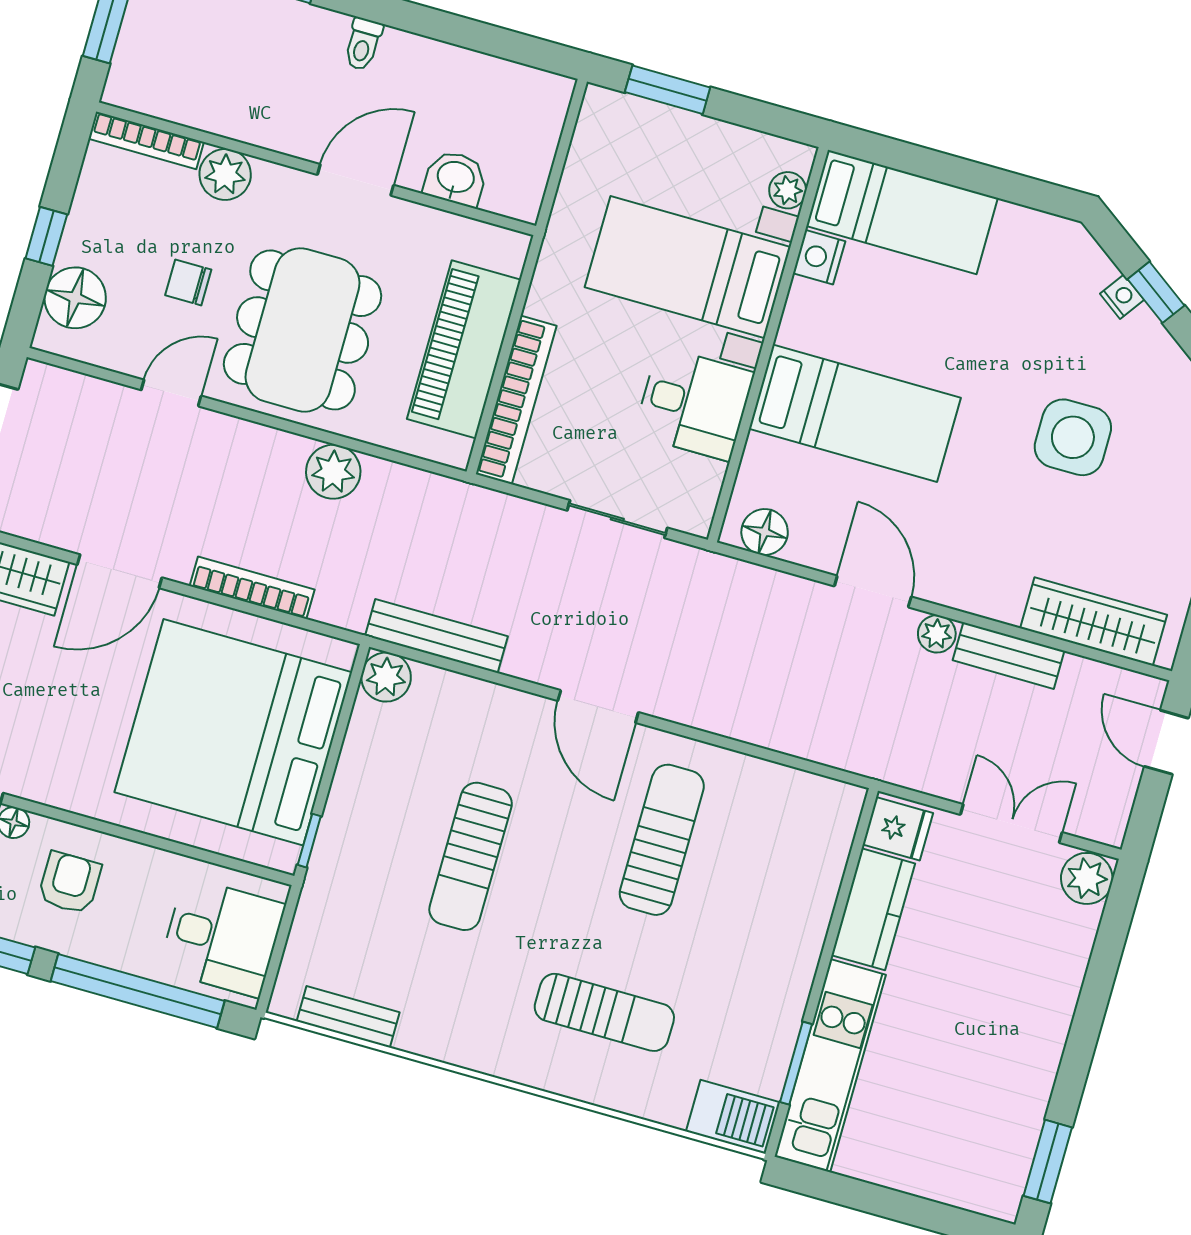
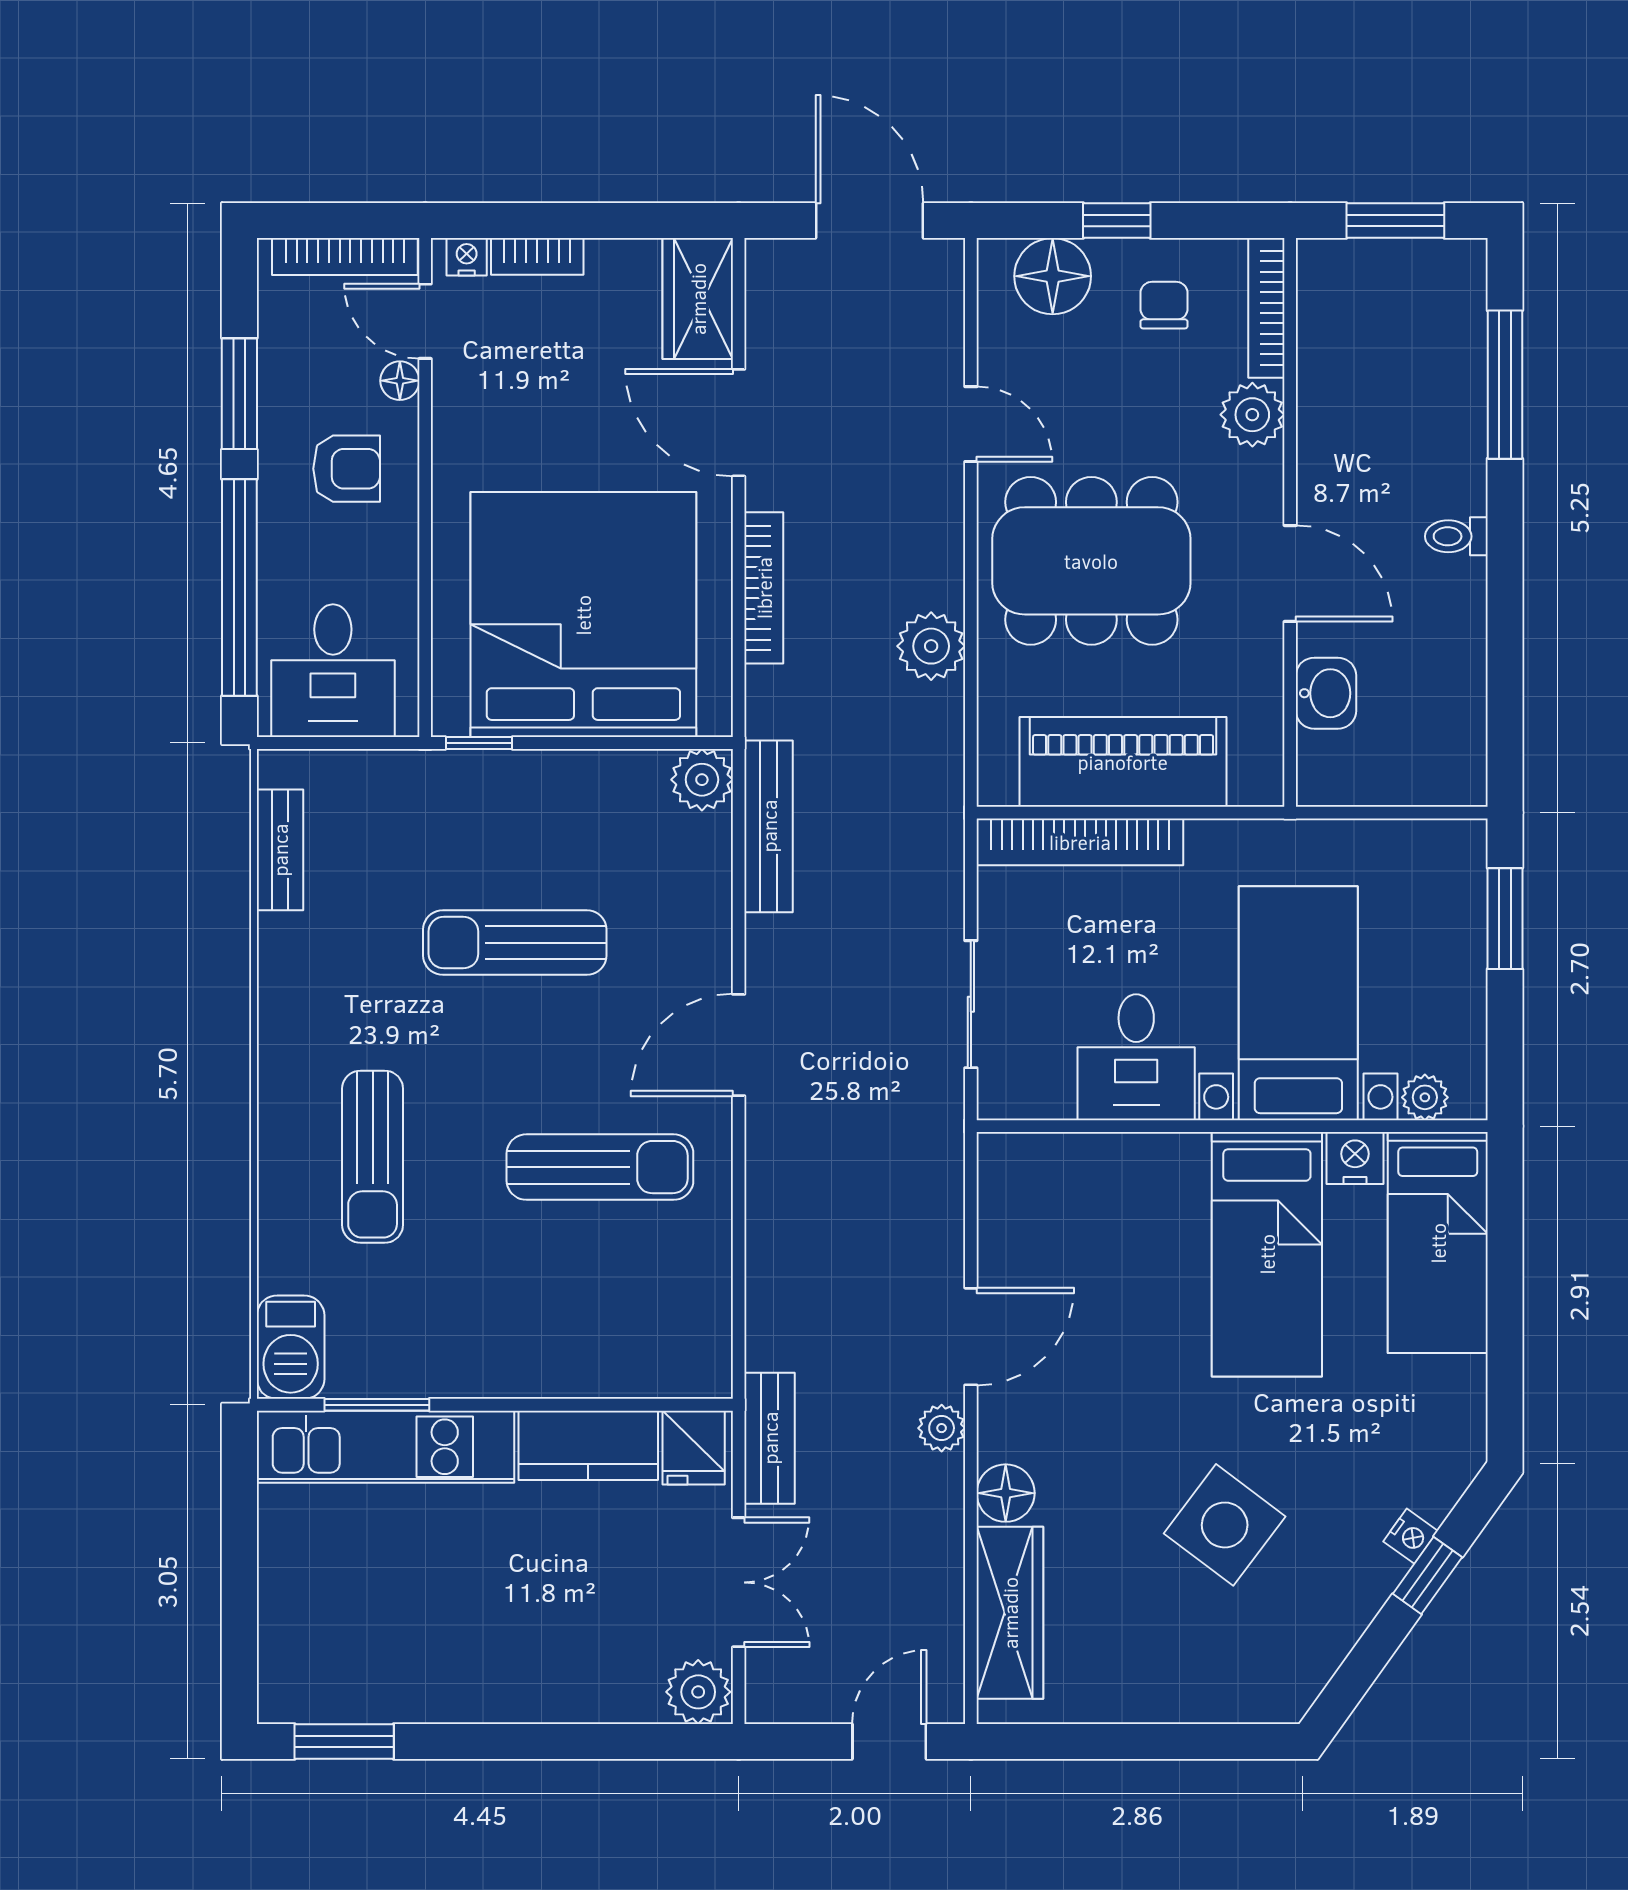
chair: (188, 282) -> (1164, 305), moved
bed: (855, 413) -> (1267, 1254), moved
side table: (1073, 437) -> (1225, 1525), turned 37
floor lamp: (765, 532) -> (1006, 1493), moved
bench: (1009, 655) -> (770, 1438), moved

